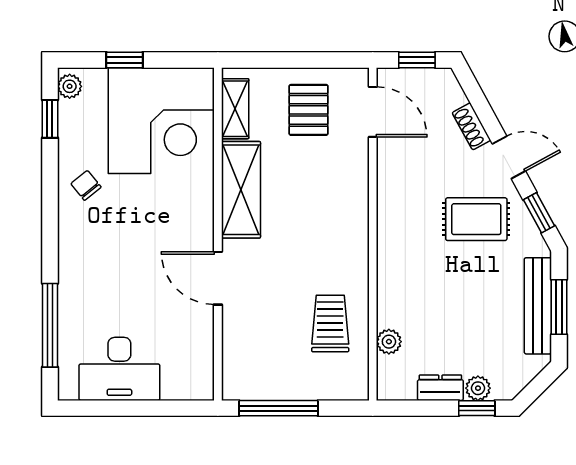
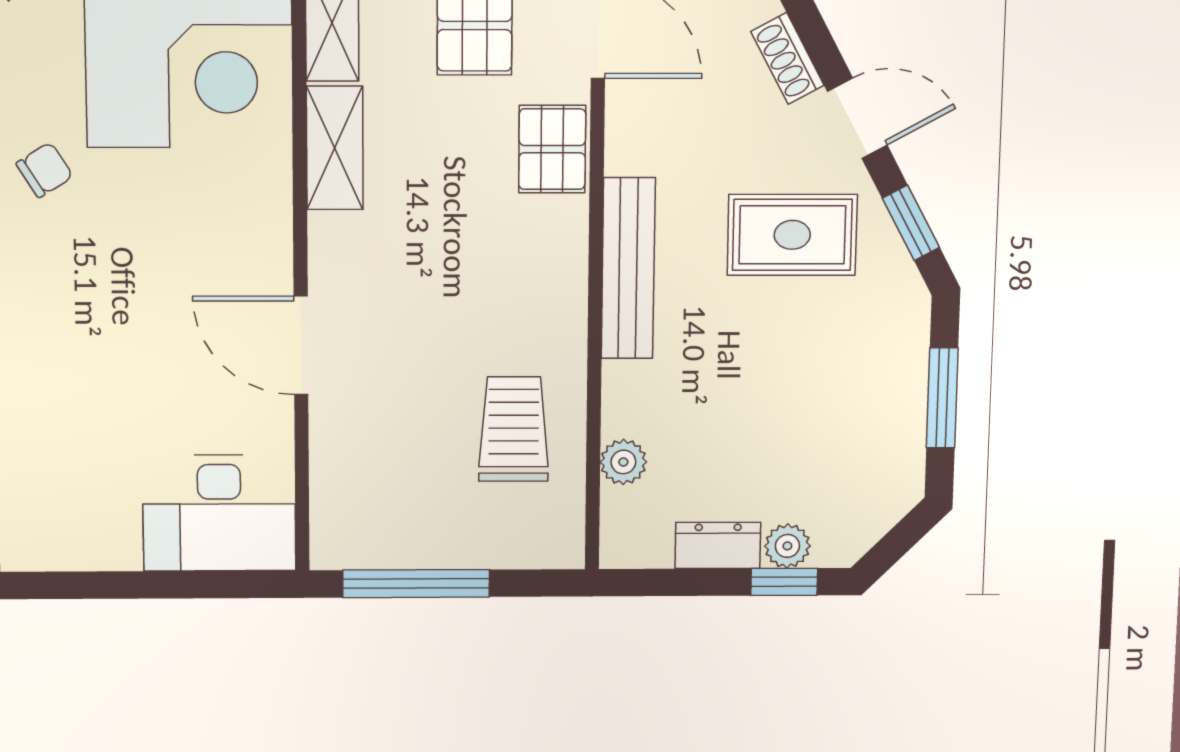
pallet: (349, 174) -> (552, 149), added
chair: (86, 185) -> (45, 170), turned 97
shelving: (241, 190) -> (335, 148), width x0.67, depth x0.75
bench: (538, 306) -> (628, 268), moved
desk: (119, 369) -> (219, 513), moved

